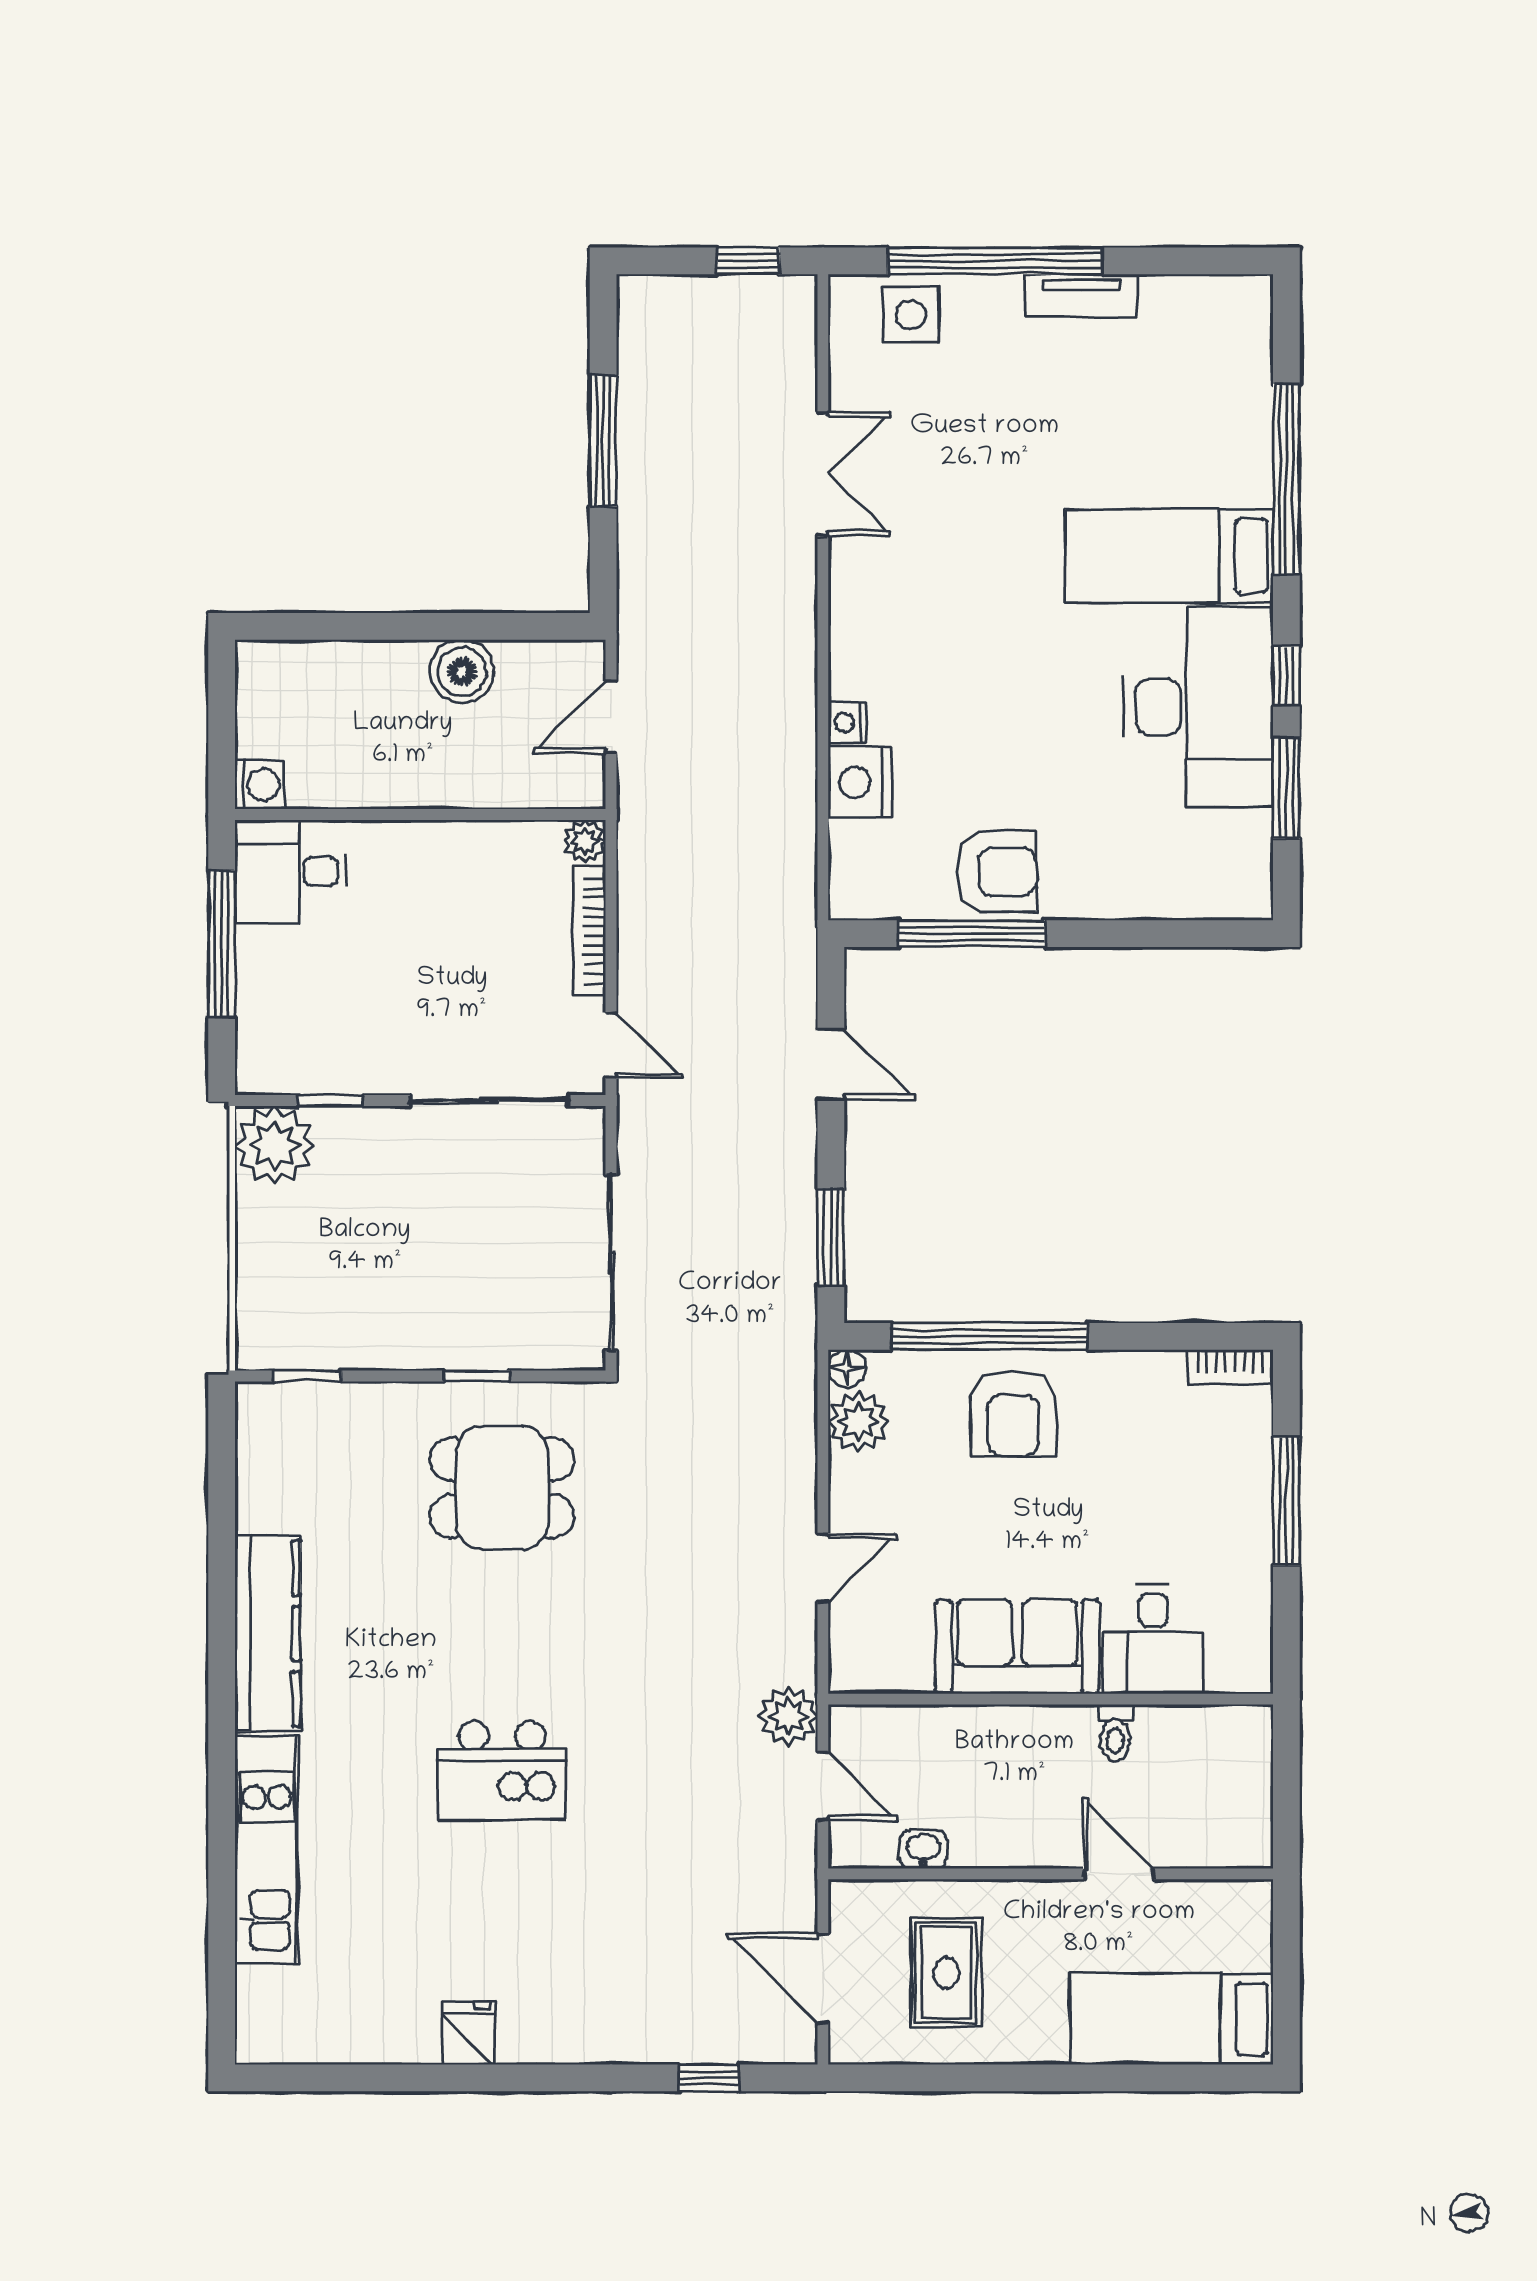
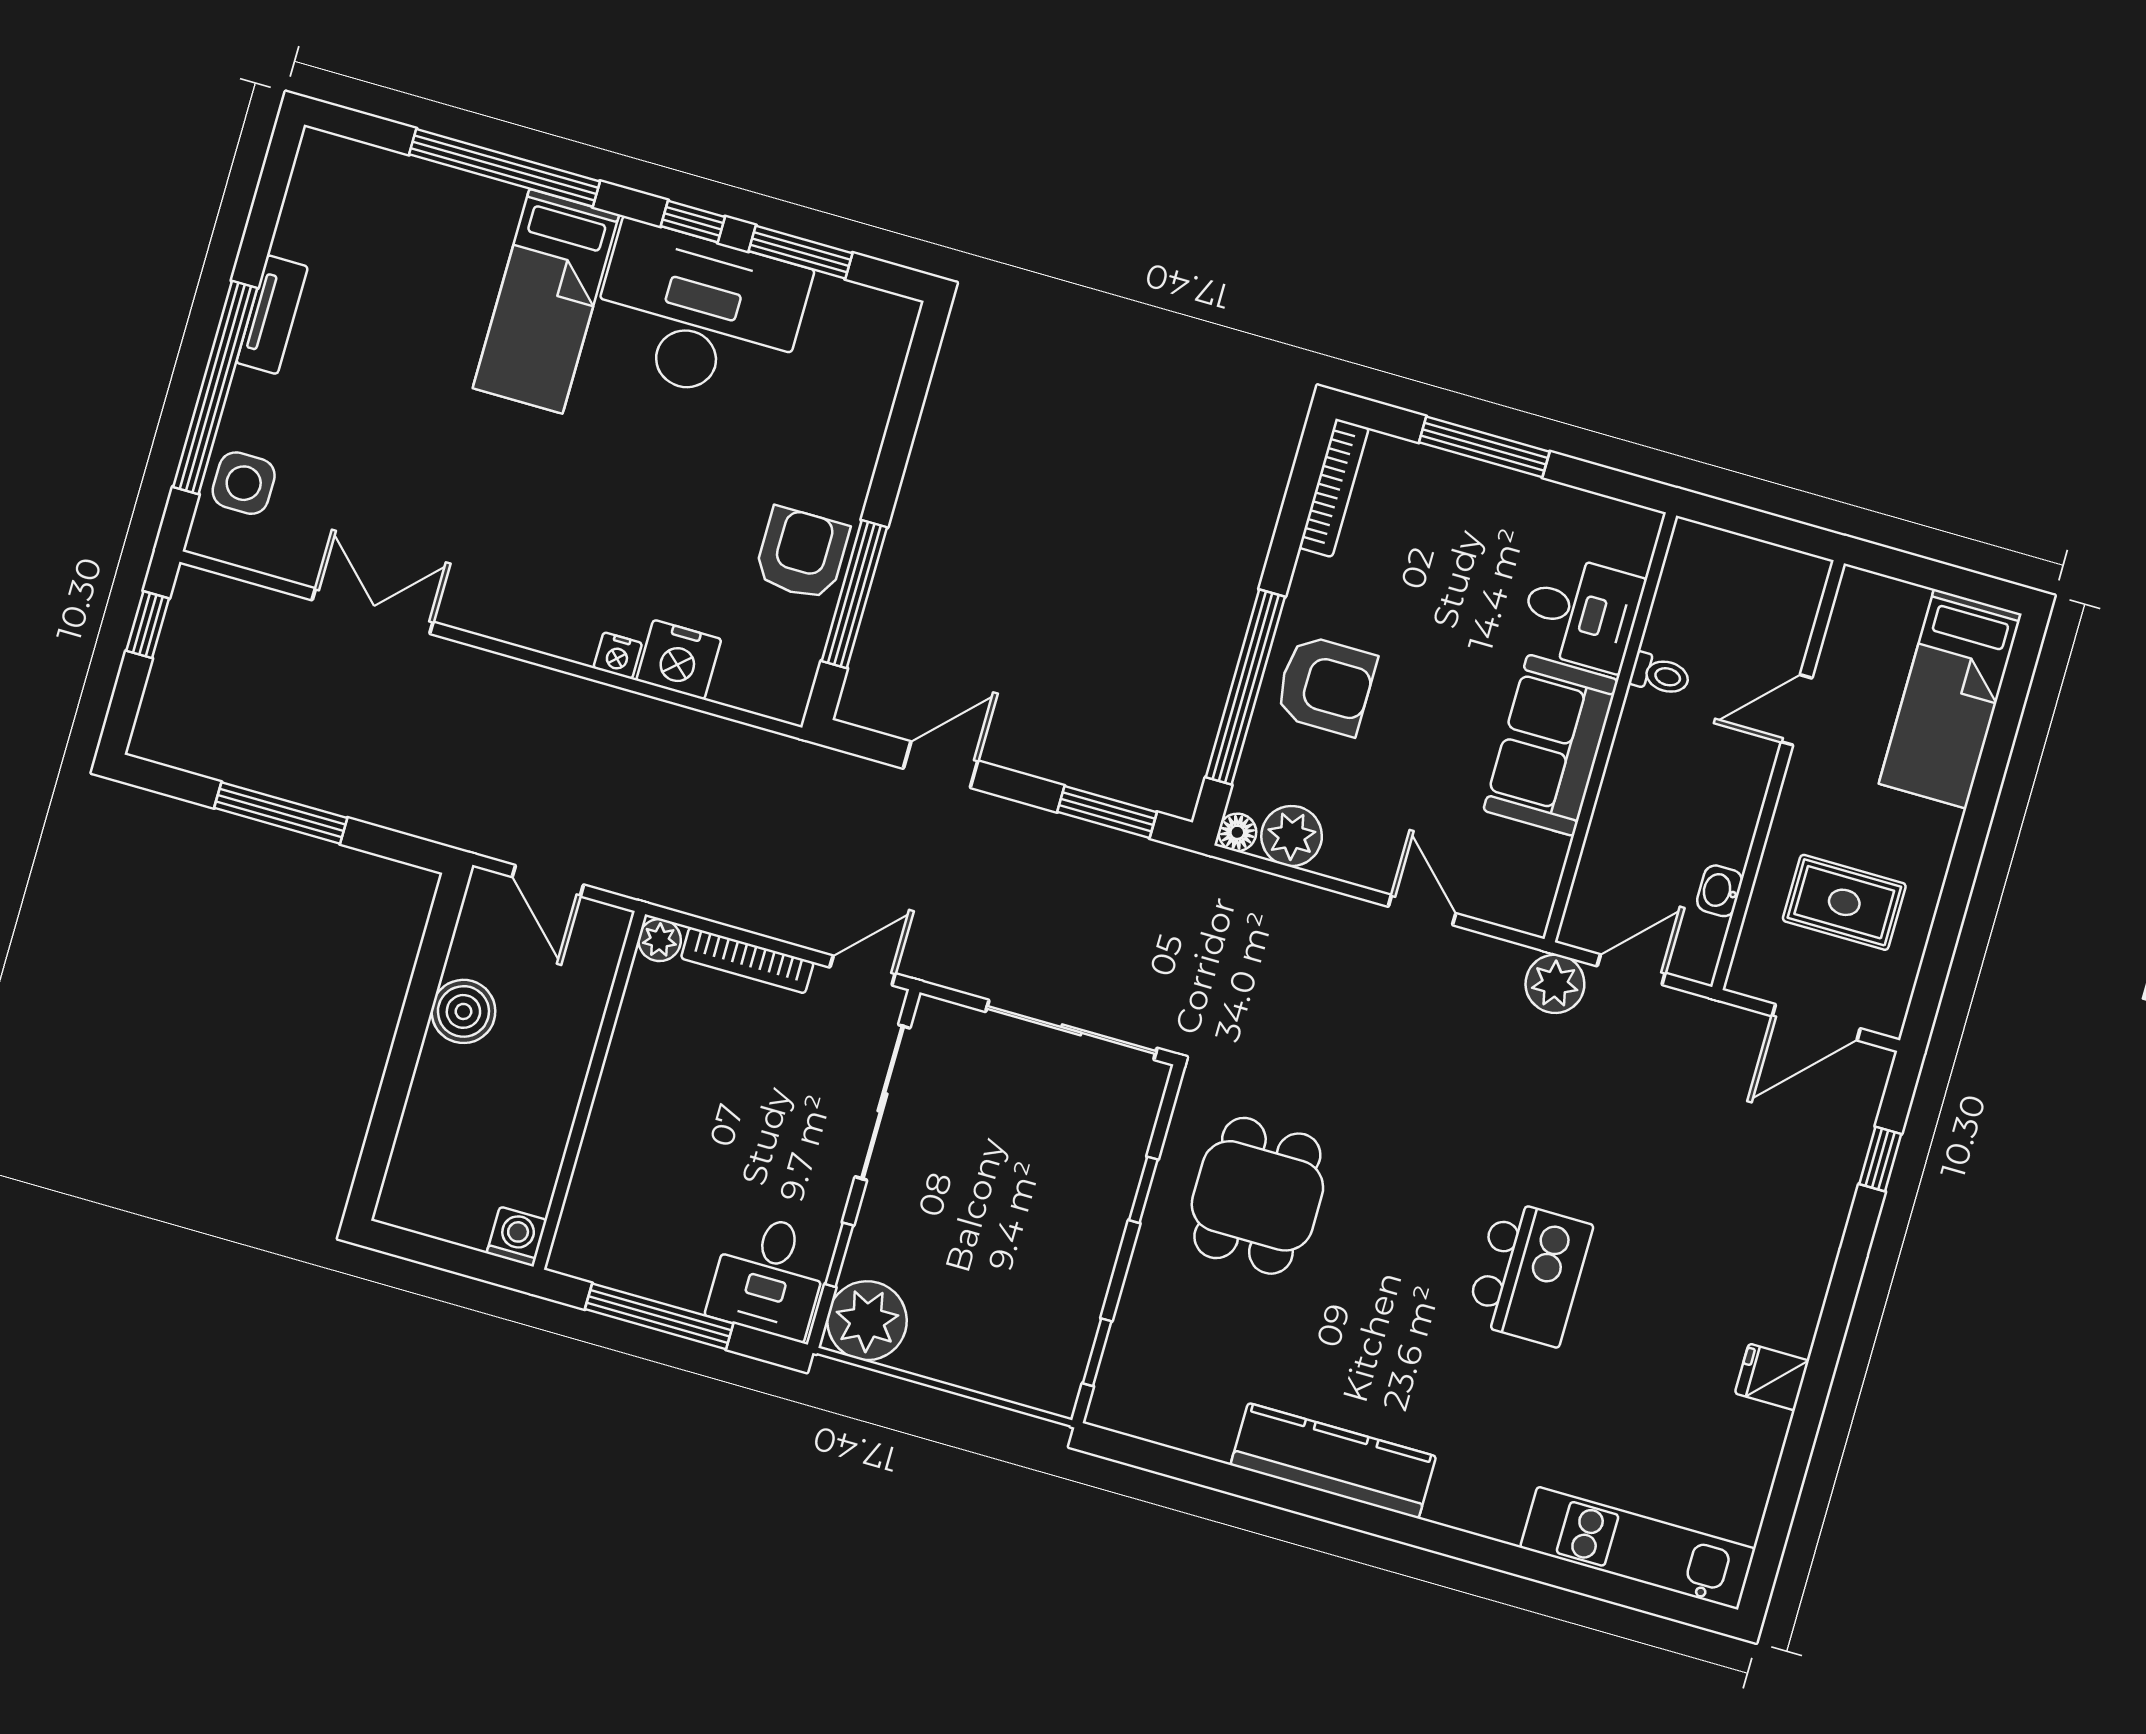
desk: (291, 872) -> (769, 1276), moved
bookcase: (1230, 1367) -> (1334, 488), width x1.56
kitchen unit: (267, 1849) -> (1638, 1548), moved

